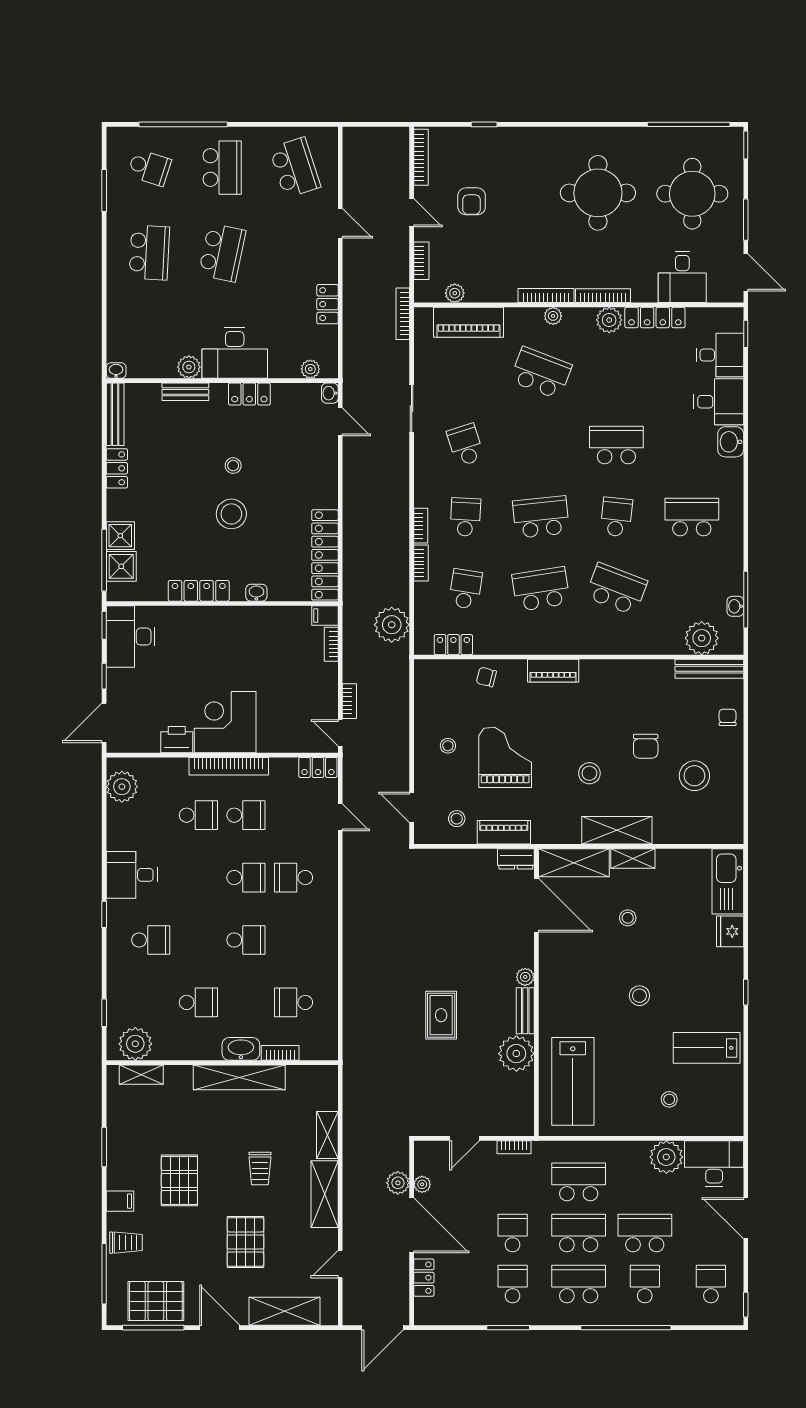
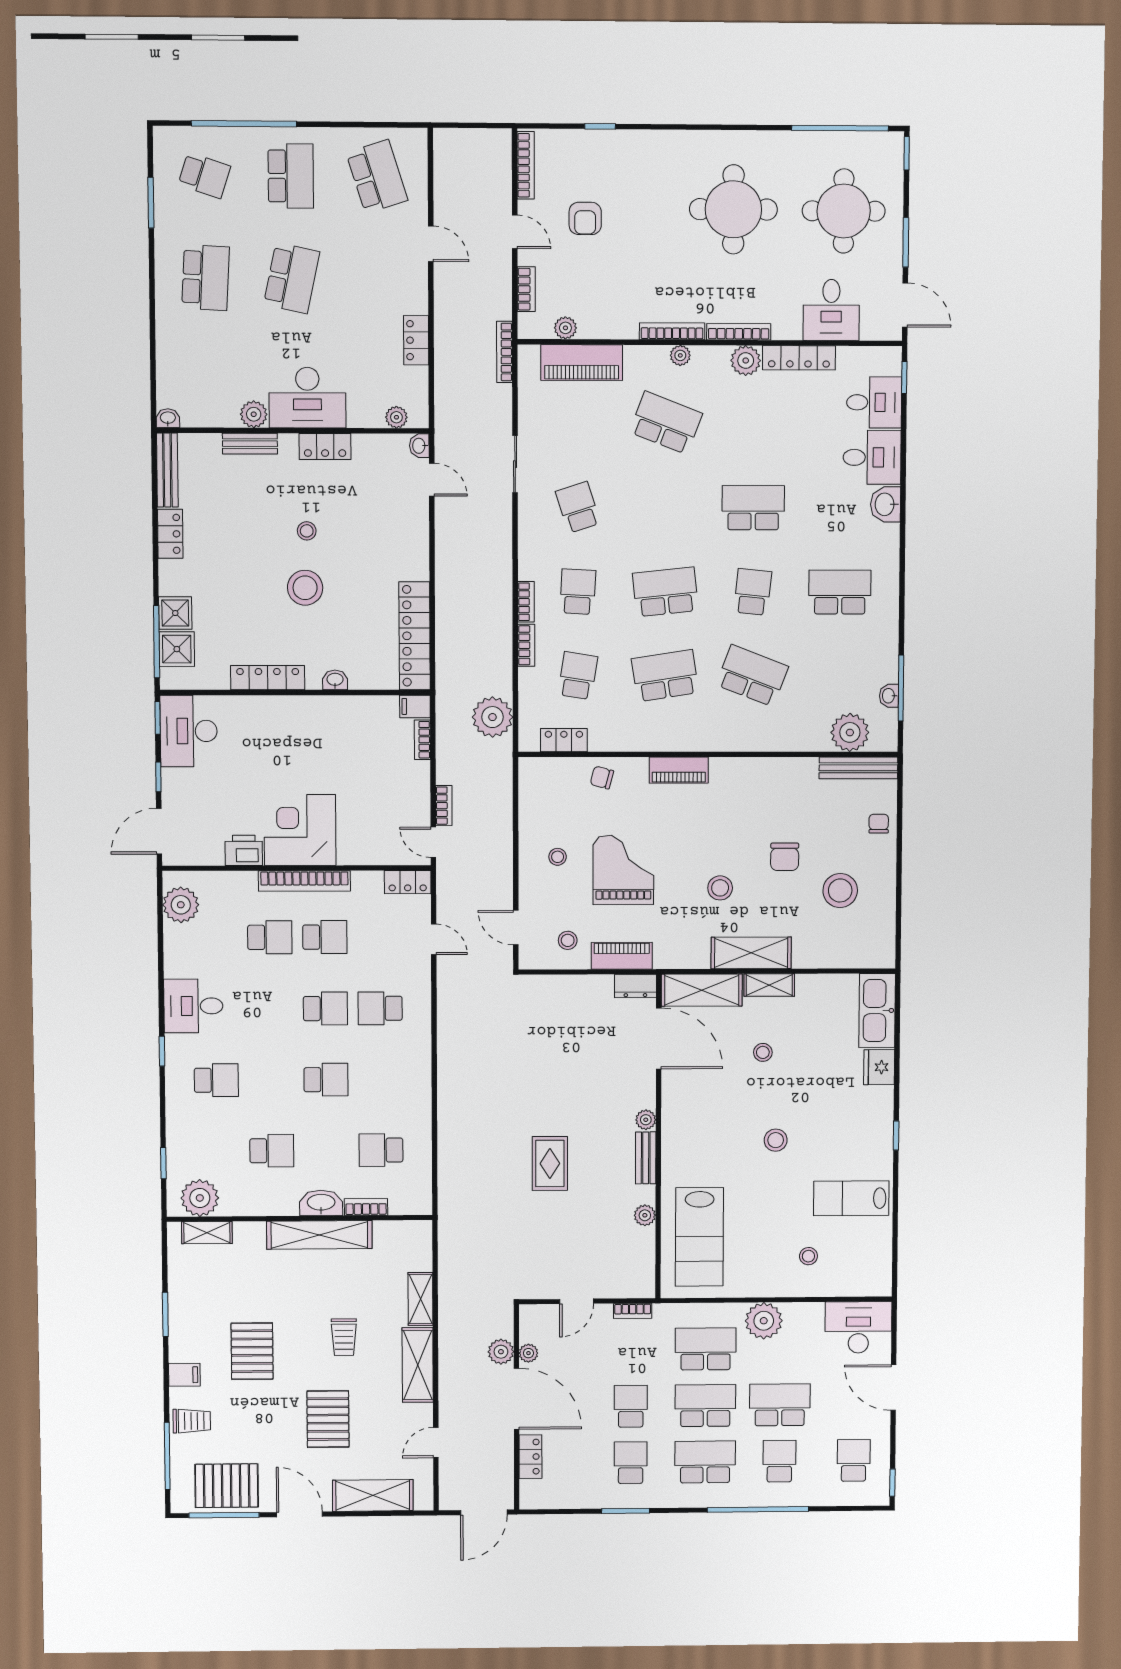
plant: (516, 1054) -> (645, 1215), width x0.53, depth x0.53
plant: (666, 1157) -> (764, 1321), moved

